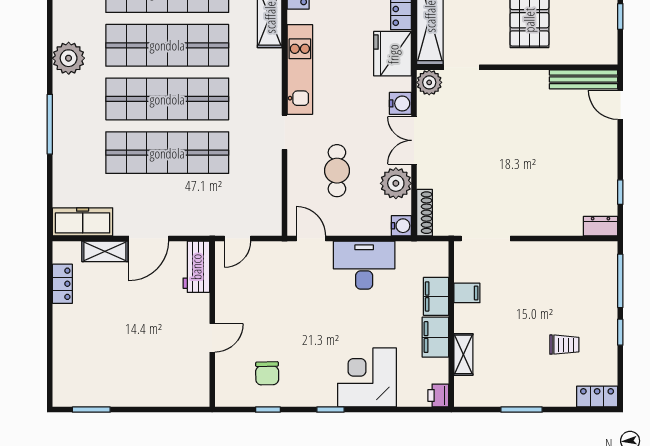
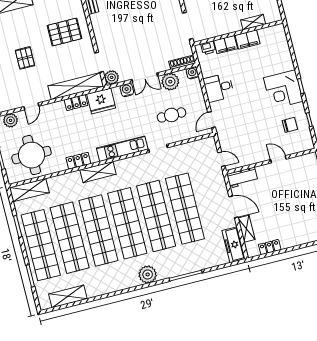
desk: (364, 265) -> (219, 88), width x0.73
filing cabinet: (467, 293) -> (220, 28), removed
corner desk: (367, 377) -> (283, 90), moved
printer: (438, 395) -> (208, 48), moved

